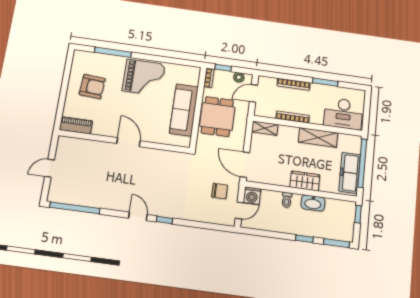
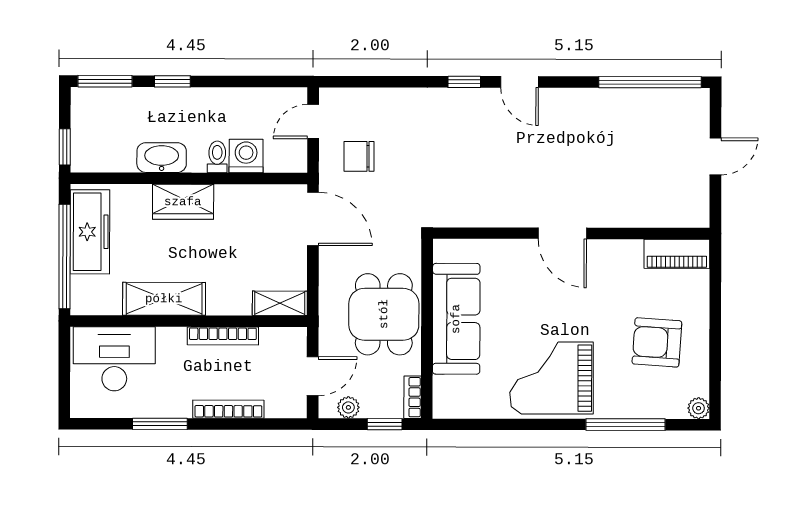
plant: (78, 55) -> (699, 408), added
washing machine: (252, 196) -> (246, 156), moved

